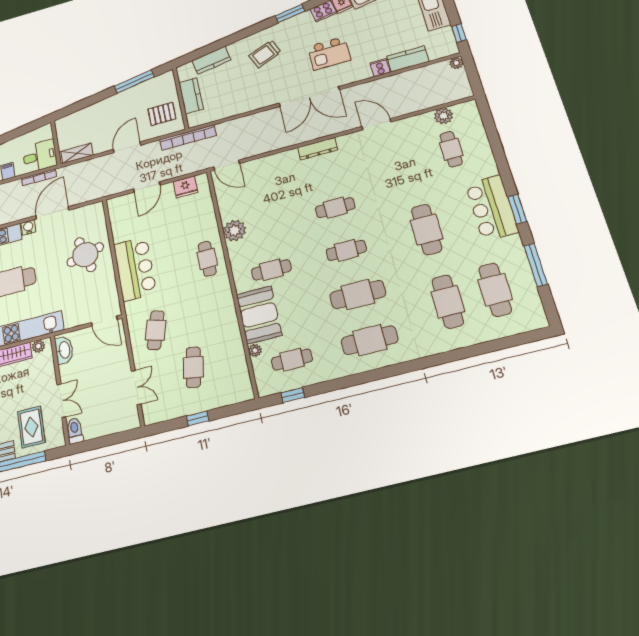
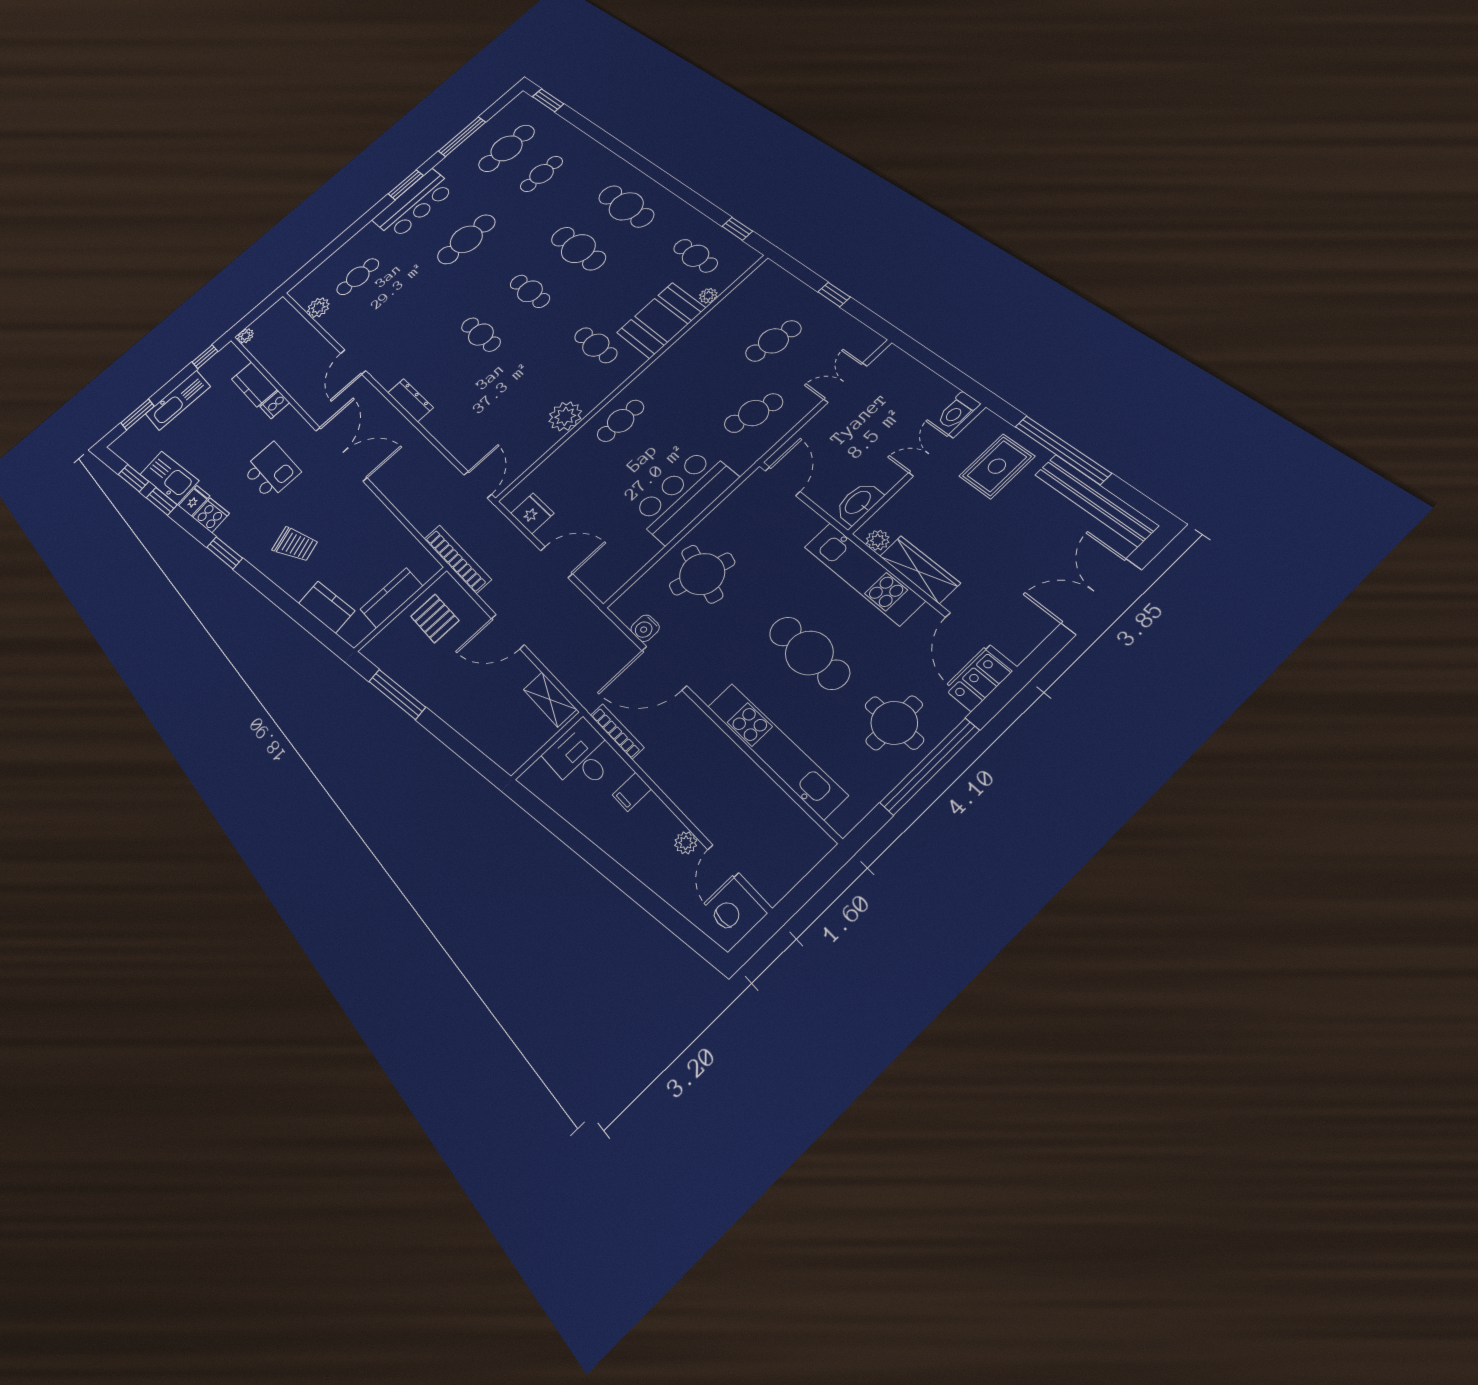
water cooler: (28, 227) -> (645, 628), moved
round table: (85, 255) -> (702, 574), turned 32
cafe table: (448, 302) -> (541, 174), width x0.73, depth x0.74
window: (522, 339) -> (548, 100), added

